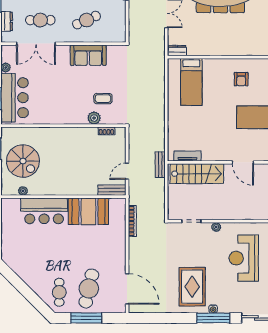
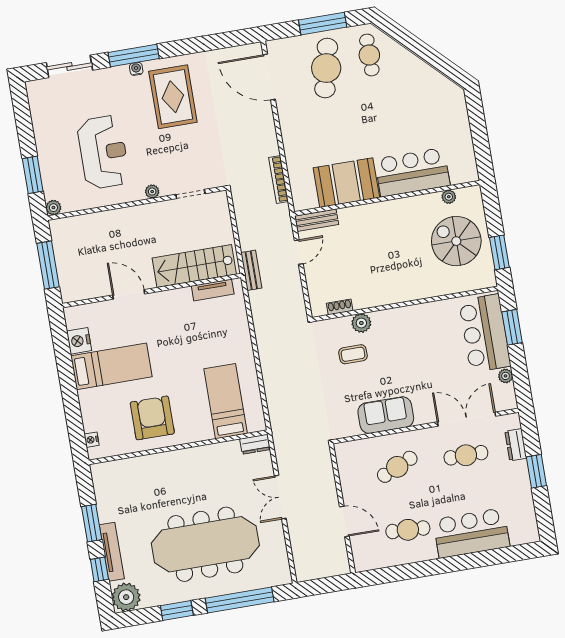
armchair: (241, 79) -> (152, 418), width x1.88, depth x1.88

